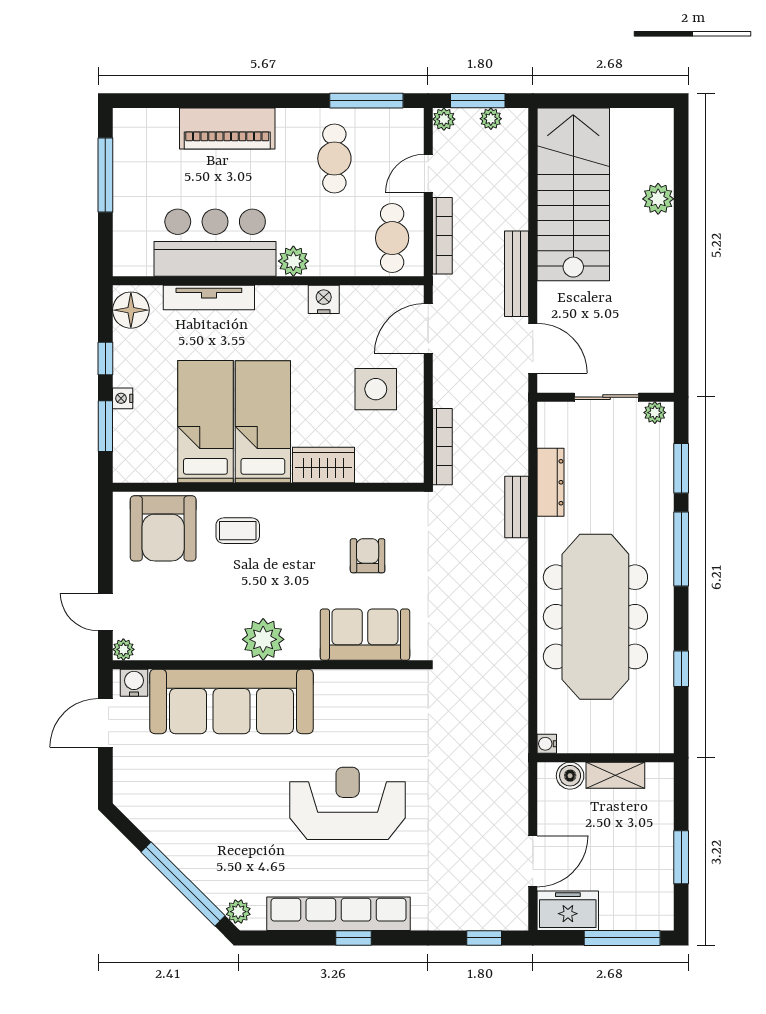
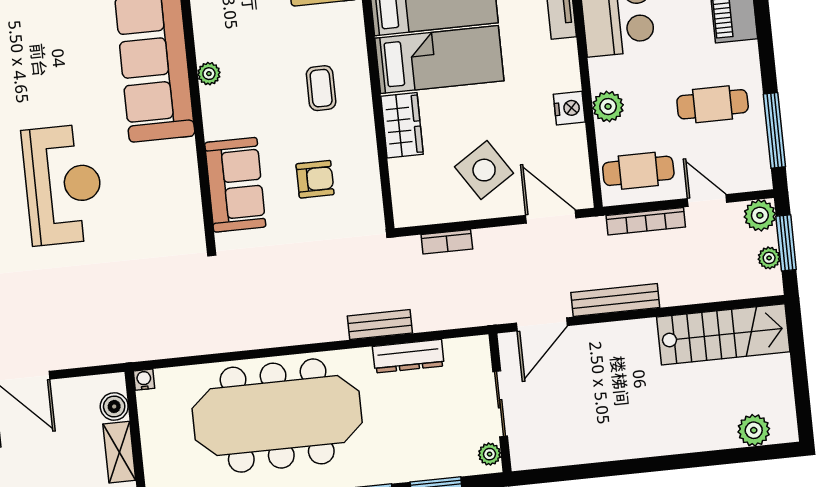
plant: (444, 119) -> (760, 215), width x1.38, depth x1.38
stairs: (573, 194) -> (723, 334), width x0.73, depth x0.66
plant: (658, 199) -> (754, 430), moved
plant: (293, 261) -> (608, 107), moved
side table: (376, 389) -> (484, 170), turned -33
bookcase: (442, 447) -> (447, 242), width x0.64
coffee table: (238, 531) -> (321, 88), moved
plant: (263, 639) -> (209, 74), width x0.53, depth x0.53

